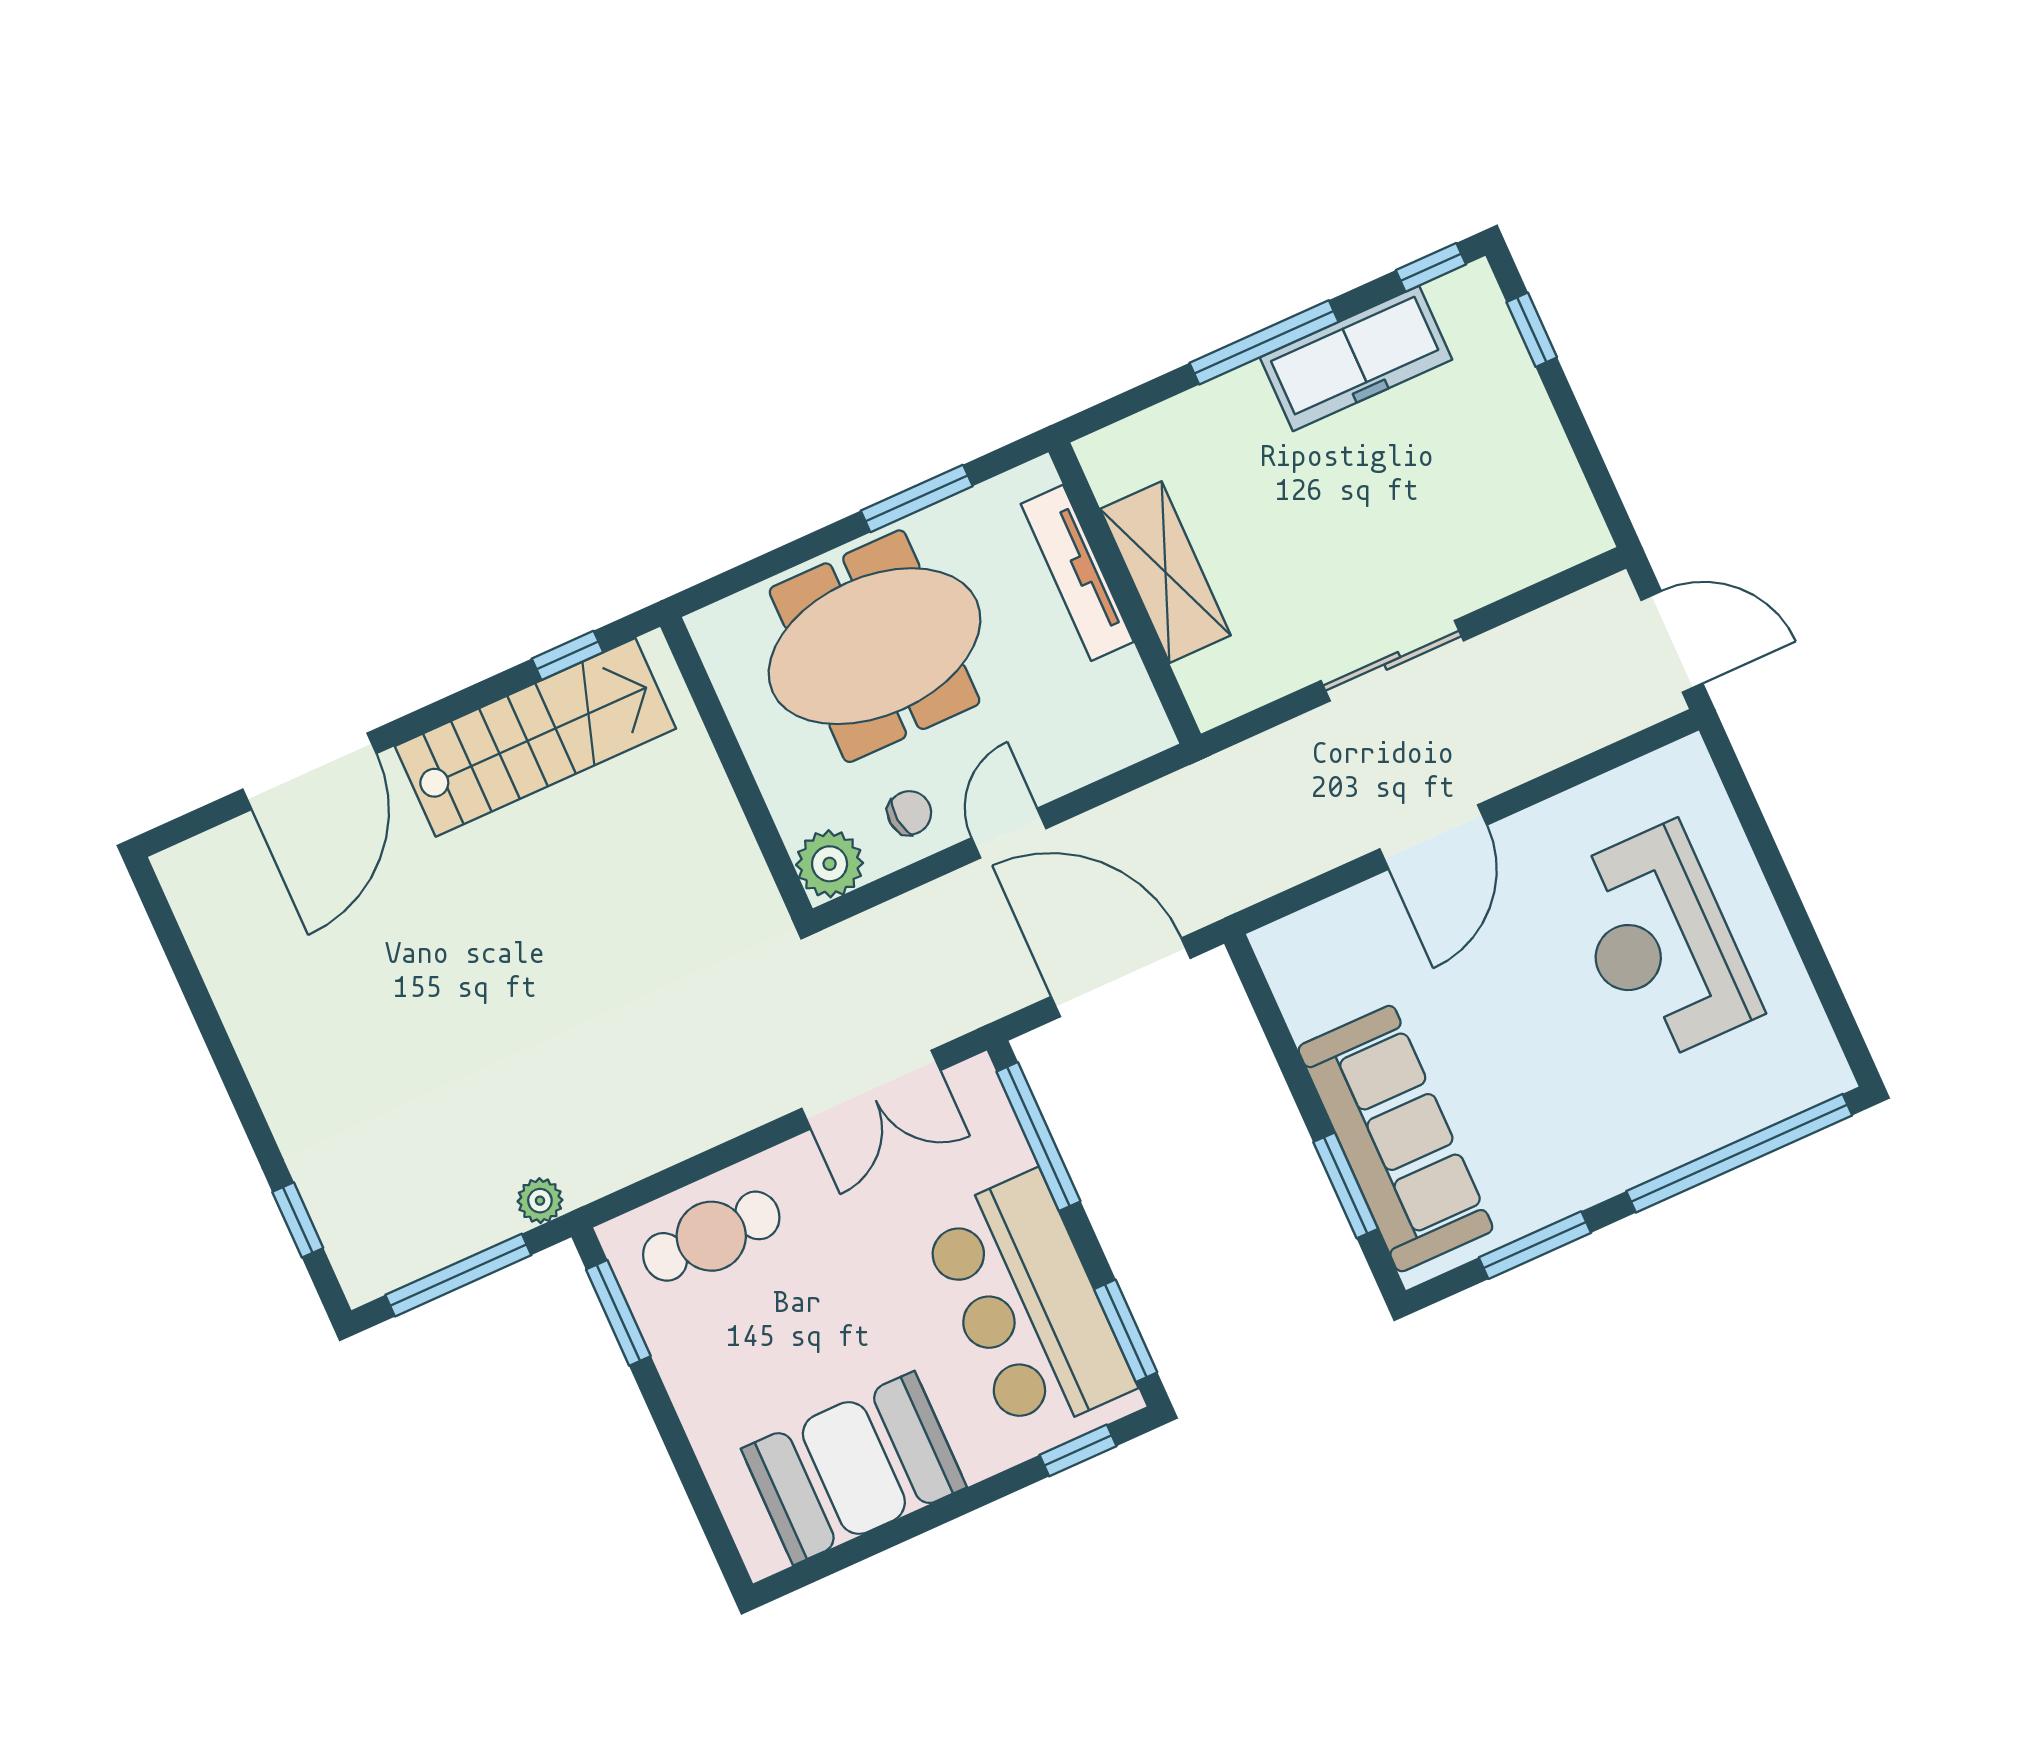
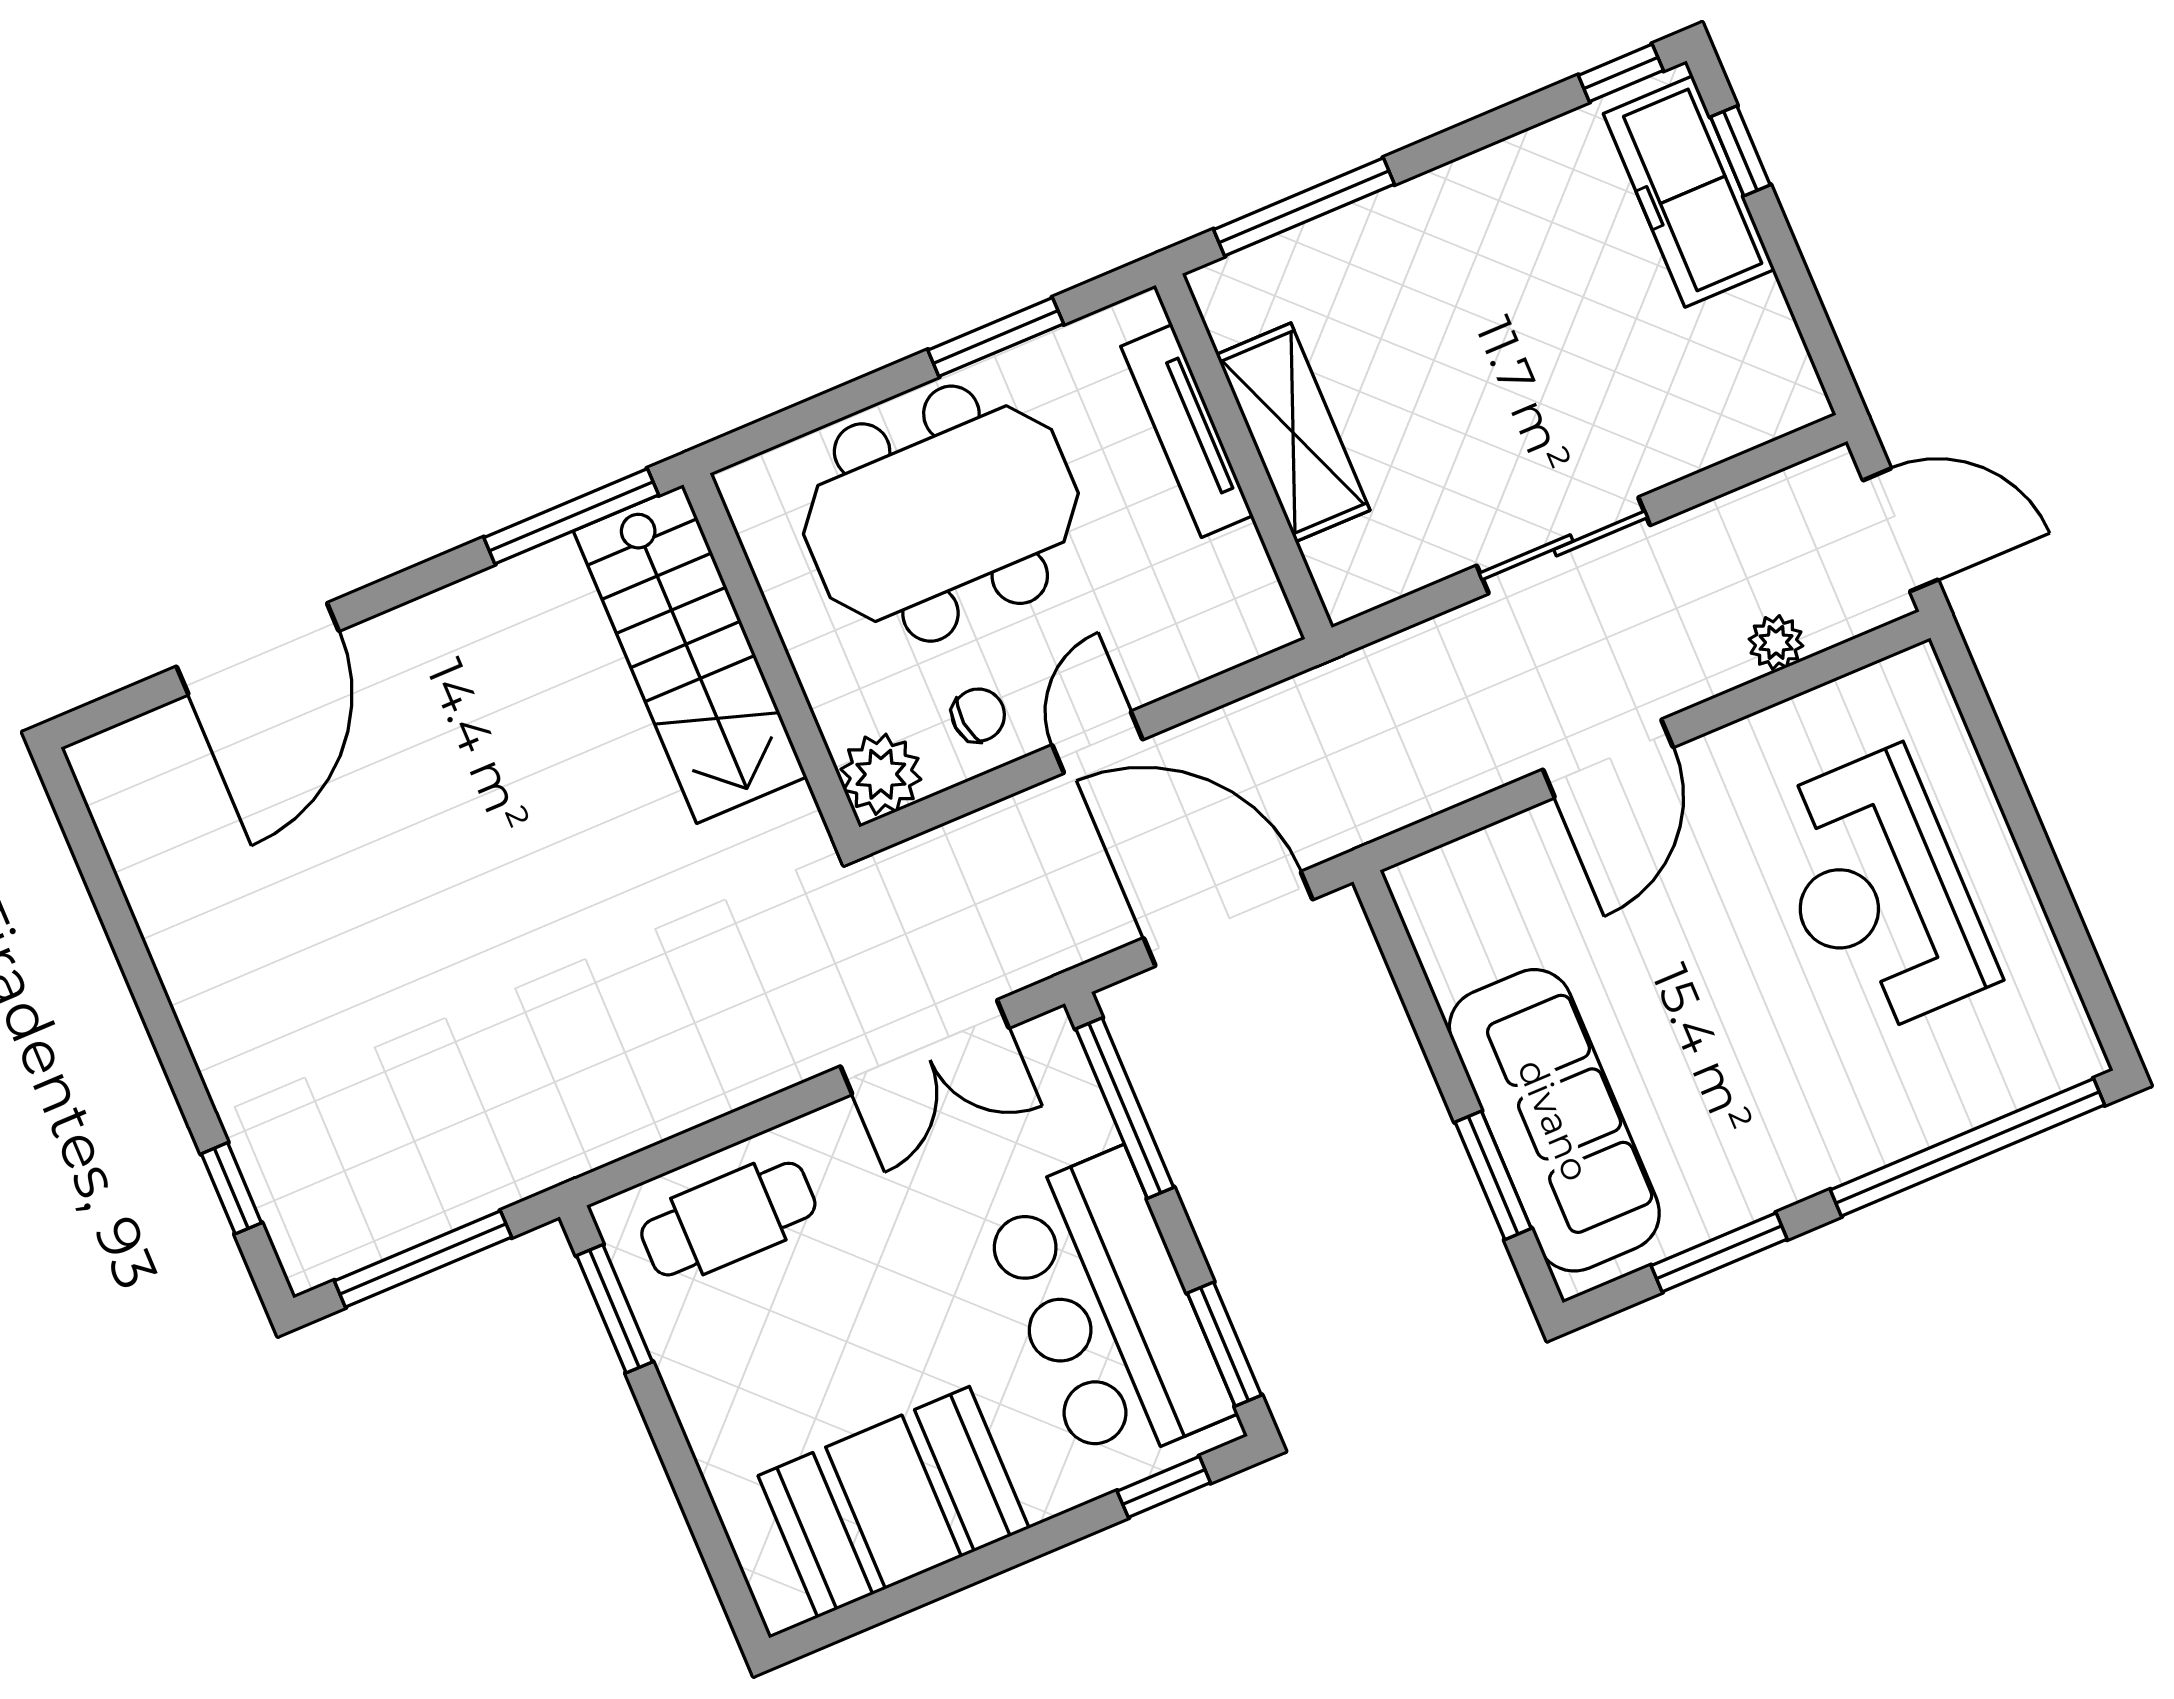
window: (1264, 342) -> (1304, 207), moved
freezer: (1356, 358) -> (1689, 191), moved, turned 90
window: (567, 655) -> (571, 516), width x2.17
stairs: (535, 737) -> (690, 654), moved, turned 90
plant: (540, 1201) -> (1776, 642), moved

